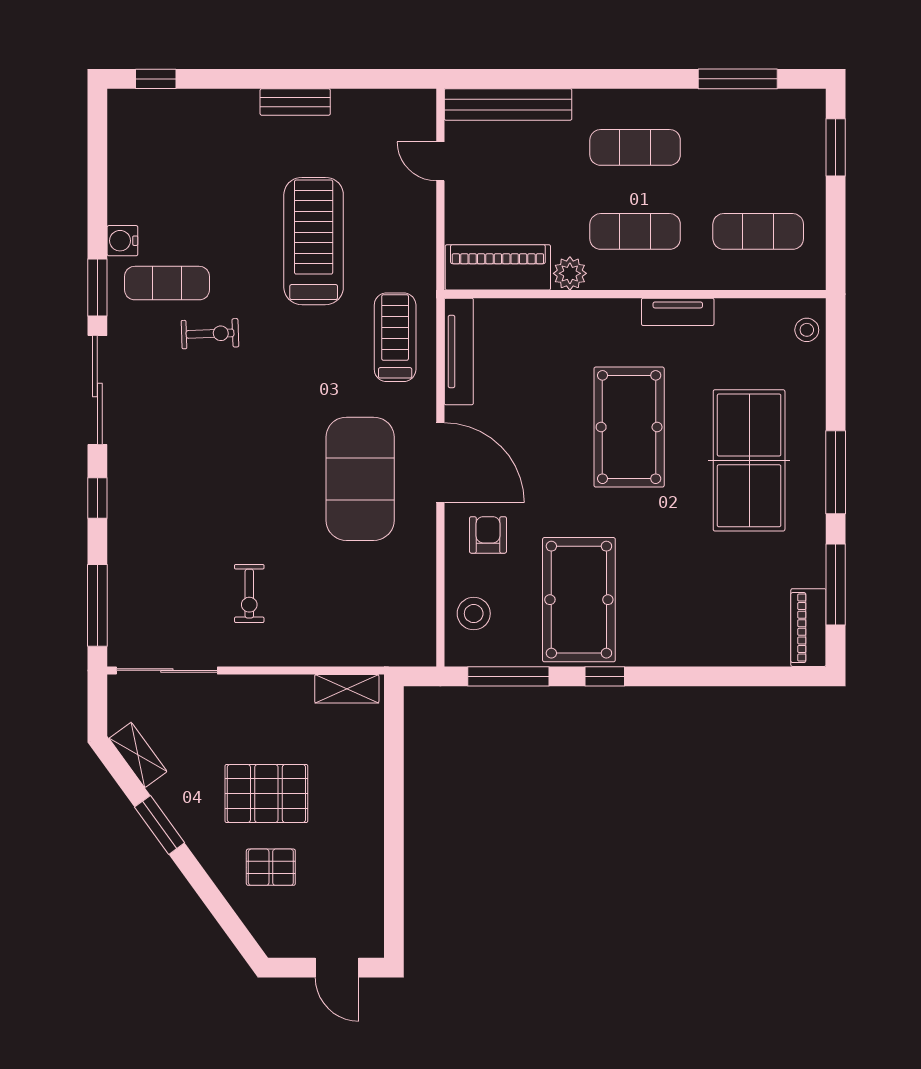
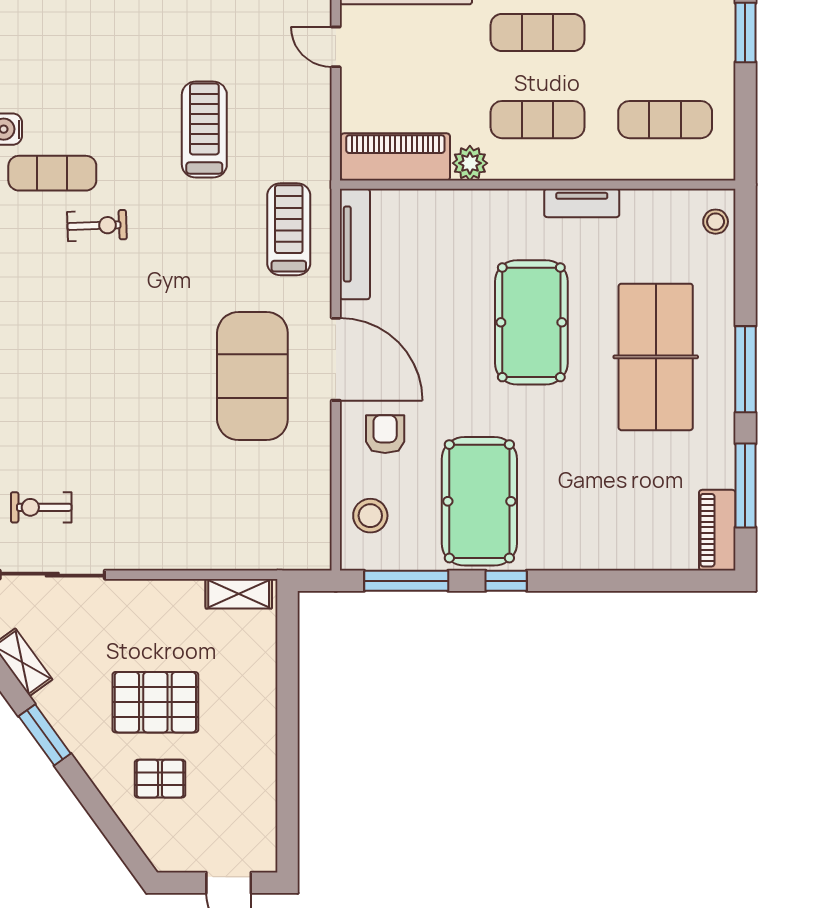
treadmill: (314, 241) -> (204, 130), width x0.73, depth x0.73
exercise bike: (249, 594) -> (41, 507), moved, turned 90

